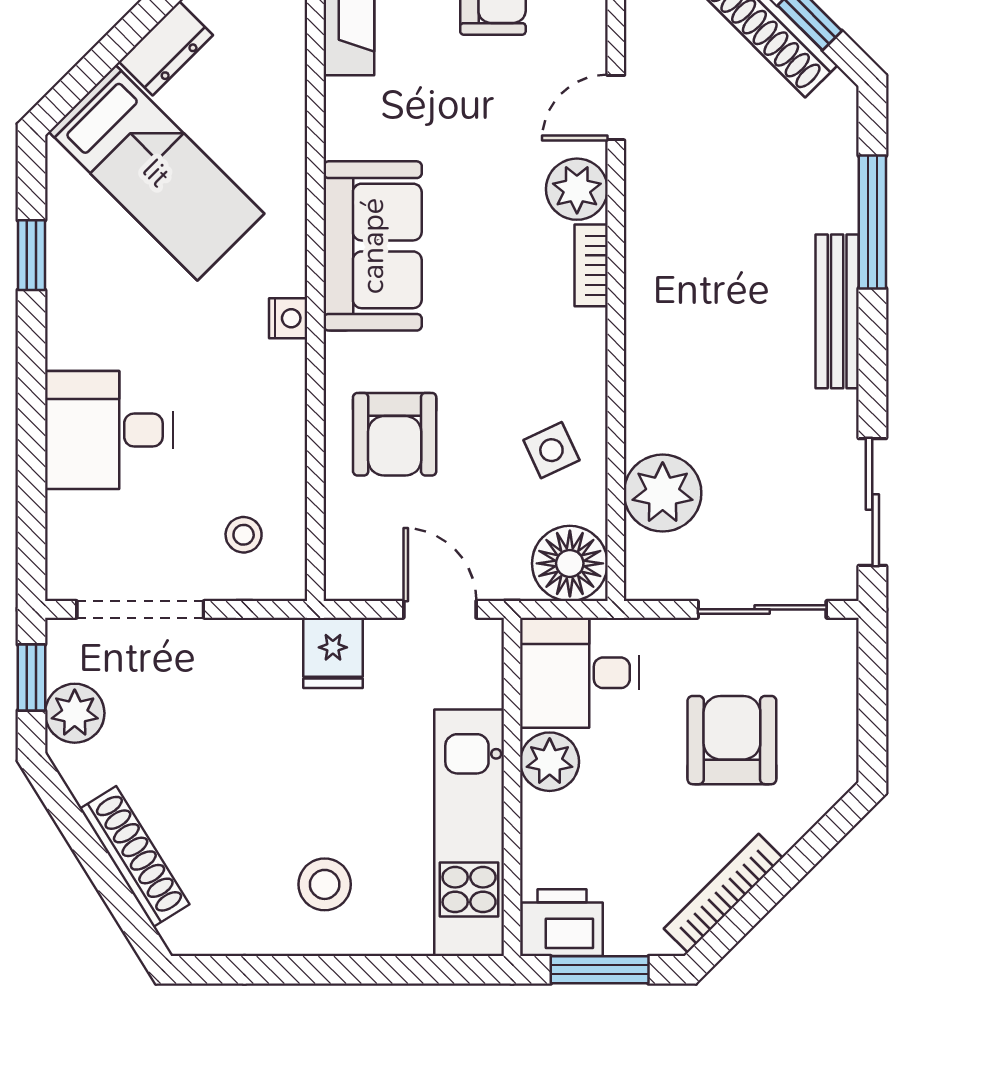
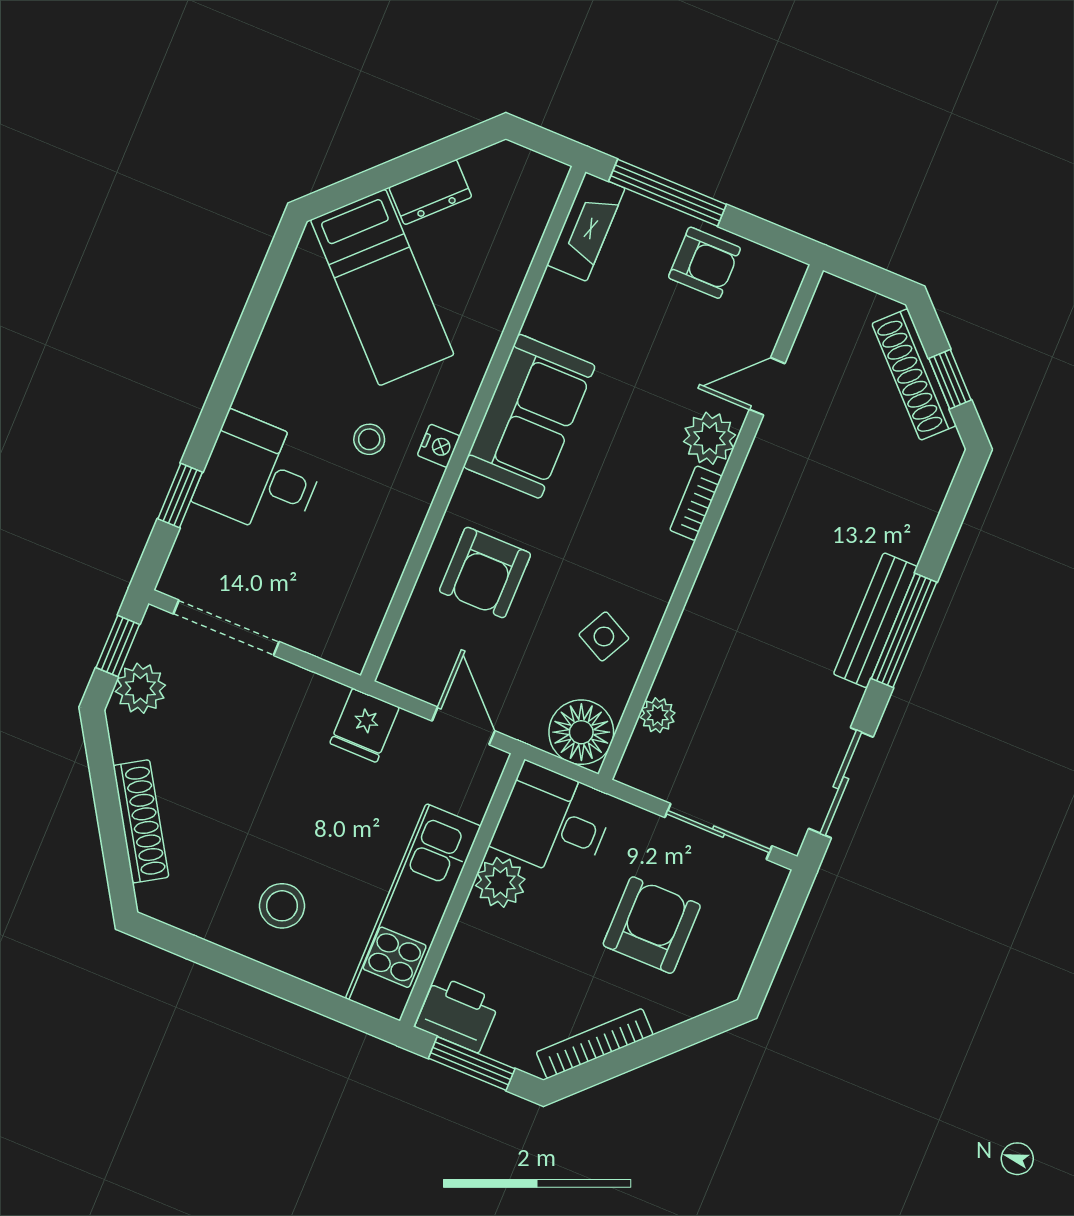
window: (872, 222) -> (904, 630), moved
window: (31, 255) -> (180, 496), moved
side table: (551, 450) -> (604, 636), turned -38
plant: (663, 493) -> (658, 715), width x0.53, depth x0.53
stool: (244, 535) -> (369, 439), moved

